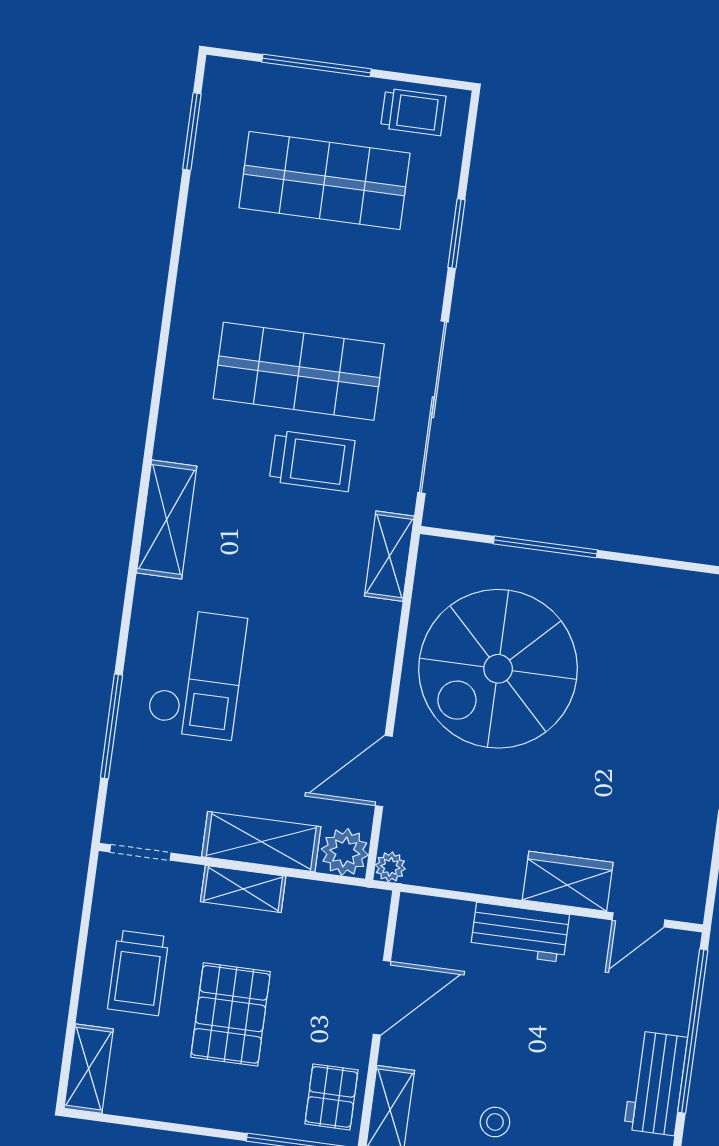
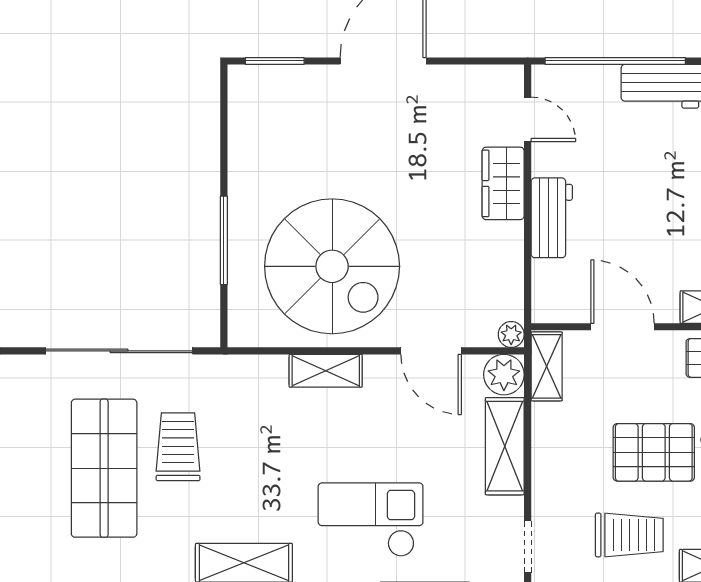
shelving: (389, 556) -> (326, 371), moved
shelving: (243, 889) -> (547, 366), moved

